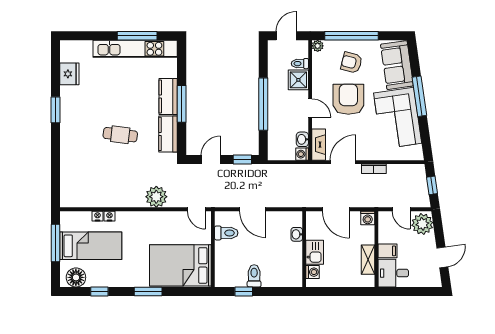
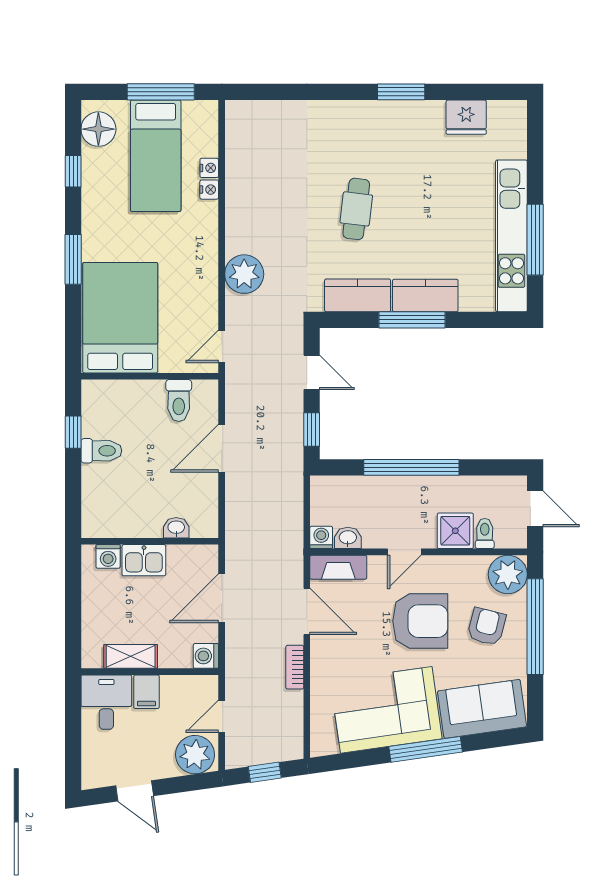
plant: (318, 46) -> (508, 574), width x1.87, depth x1.87

